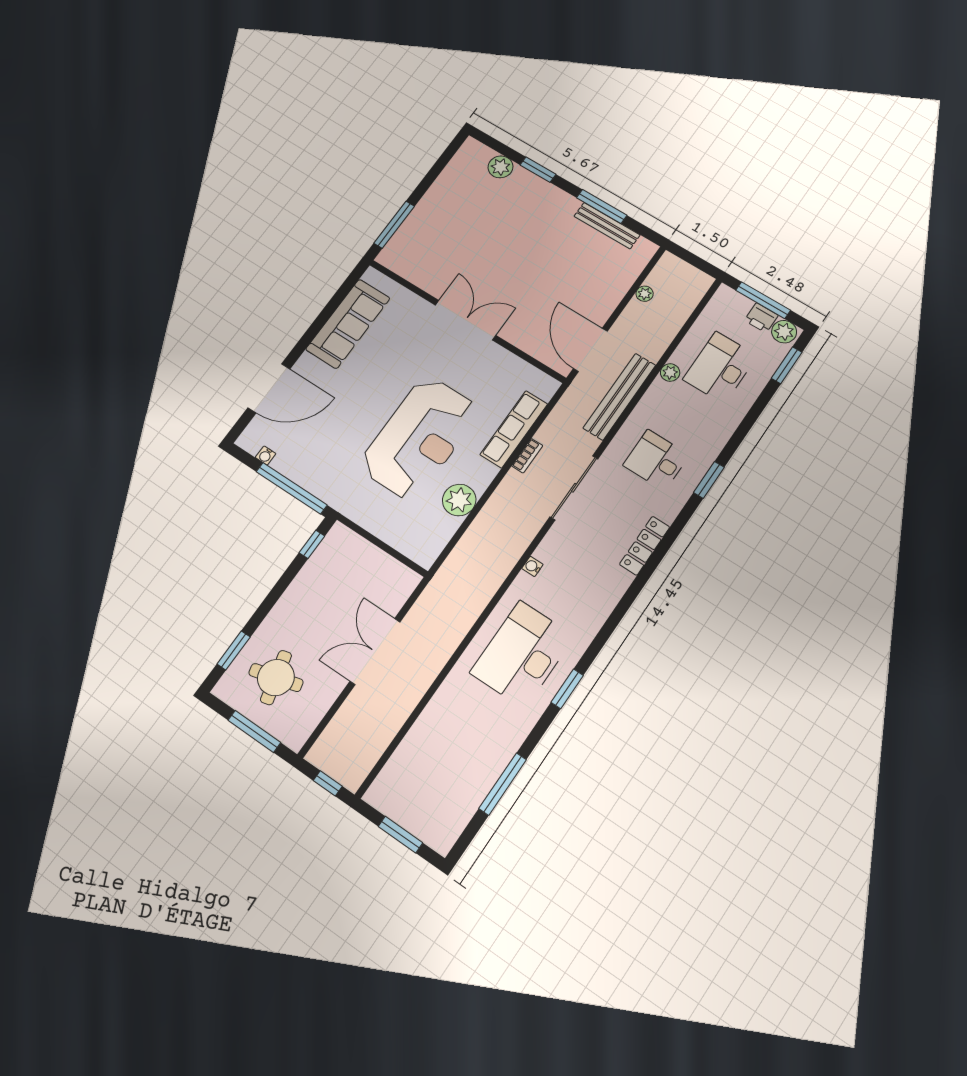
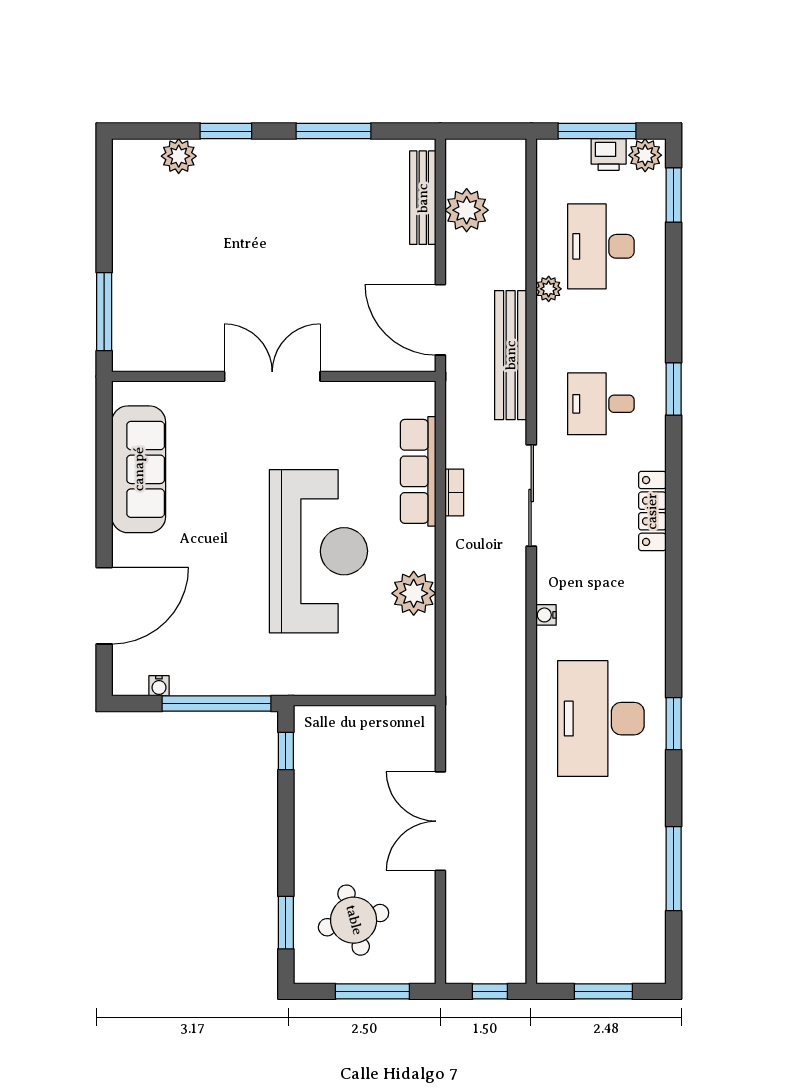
bench: (607, 226) -> (423, 198), moved, turned 90
plant: (645, 294) -> (467, 210), width x1.88, depth x1.88

